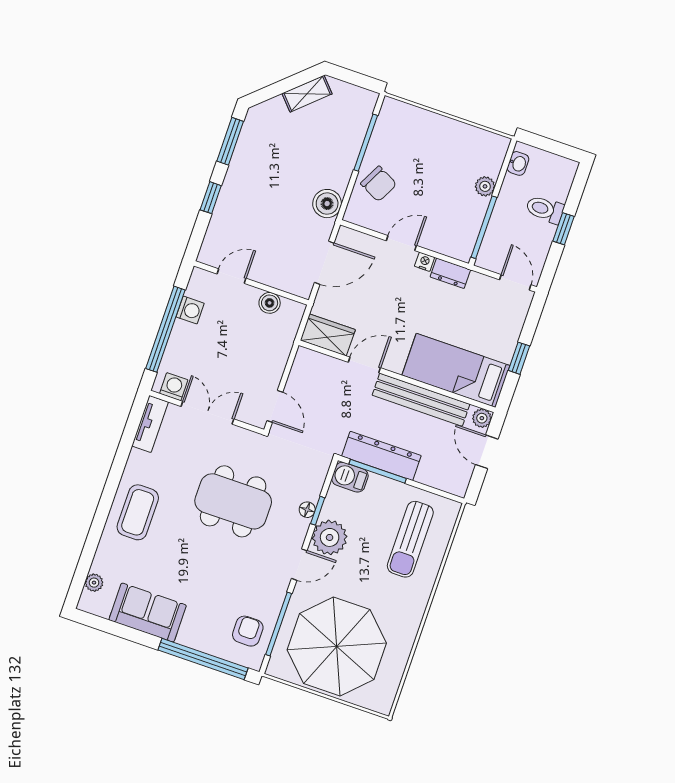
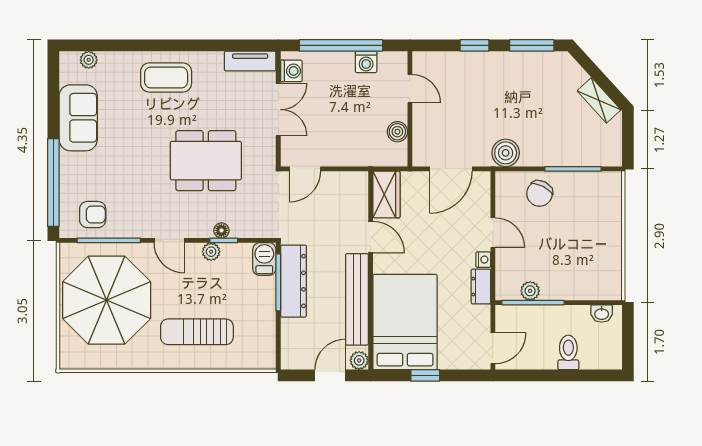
plant: (485, 186) -> (530, 291), moved
window: (564, 229) -> (557, 375), removed
door: (324, 263) -> (451, 169), hinge flipped
bed: (456, 370) -> (405, 322), width x1.50
dining table: (233, 501) -> (206, 161), turned 90
plant: (330, 537) -> (211, 252), width x0.53, depth x0.53
sun lounger: (410, 539) -> (197, 332), moved

